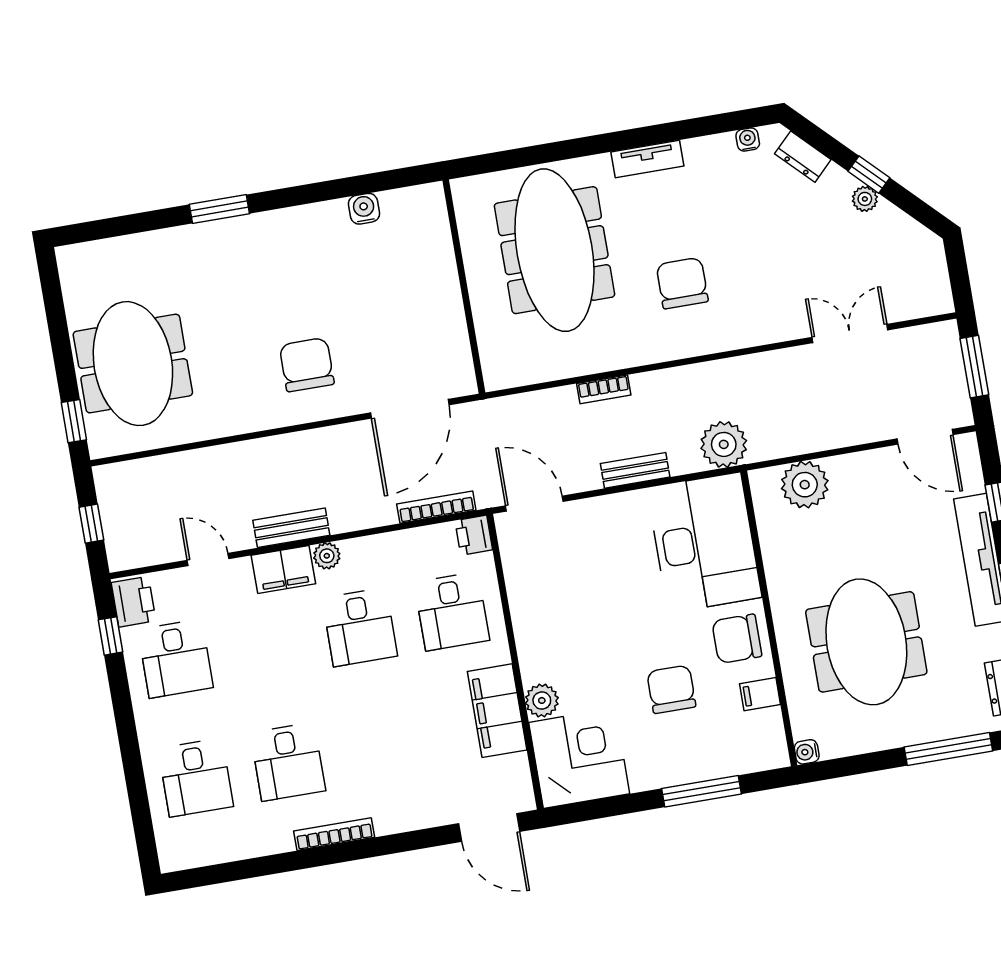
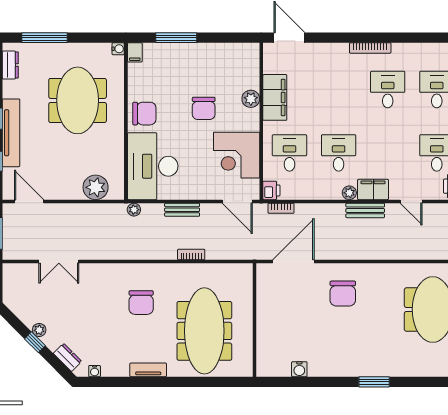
plant: (724, 444) -> (134, 210), width x0.53, depth x0.53
bookcase: (436, 507) -> (281, 208), width x0.64
chair: (671, 689) -> (204, 108), moved
filing cabinet: (760, 694) -> (135, 52), moved, turned 90
corner desk: (579, 758) -> (237, 155), moved

